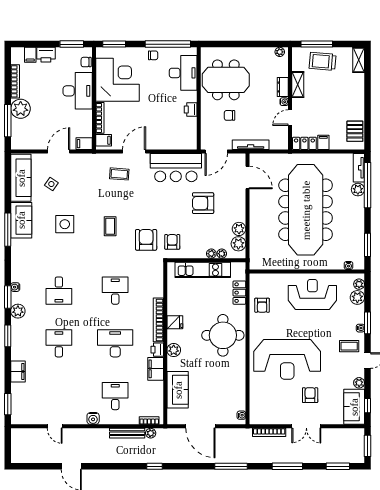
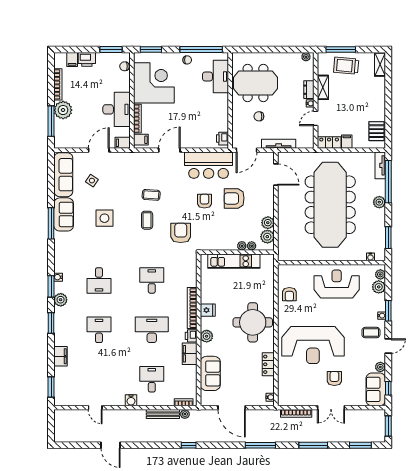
desk: (78, 91) -> (117, 109), moved
printer: (191, 110) -> (223, 139), moved
coffee table: (119, 174) -> (151, 195), moved
plant: (358, 190) -> (379, 202), moved
armchair: (172, 242) -> (204, 201), moved
locker: (239, 293) -> (268, 364), moved

